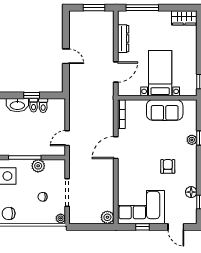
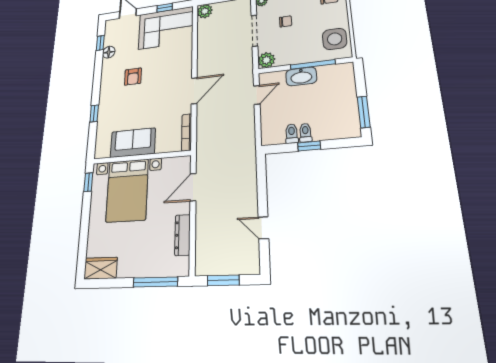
door: (66, 56) -> (263, 228), moved
bed with nightstands: (160, 73) -> (127, 190), width x1.36
washbasin: (17, 105) -> (301, 76), moved, turned 180
plant: (192, 140) -> (103, 110), removed
plant: (38, 166) -> (266, 60), moved

